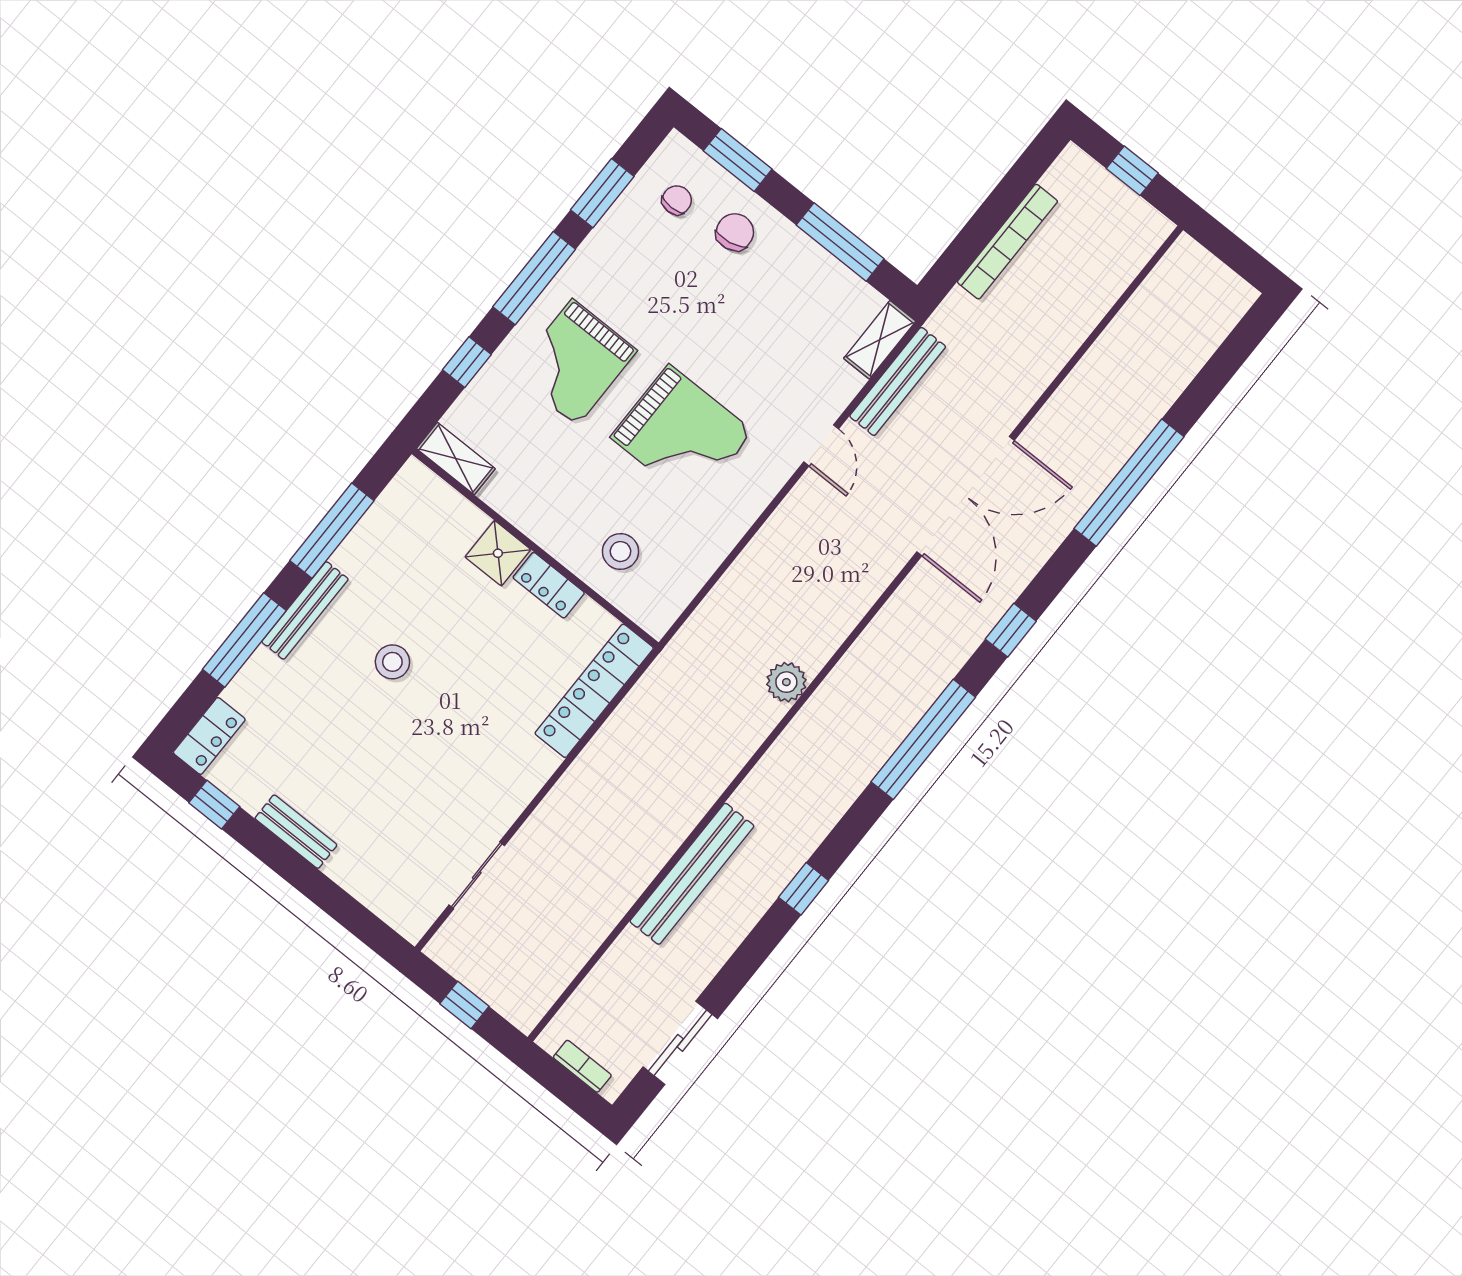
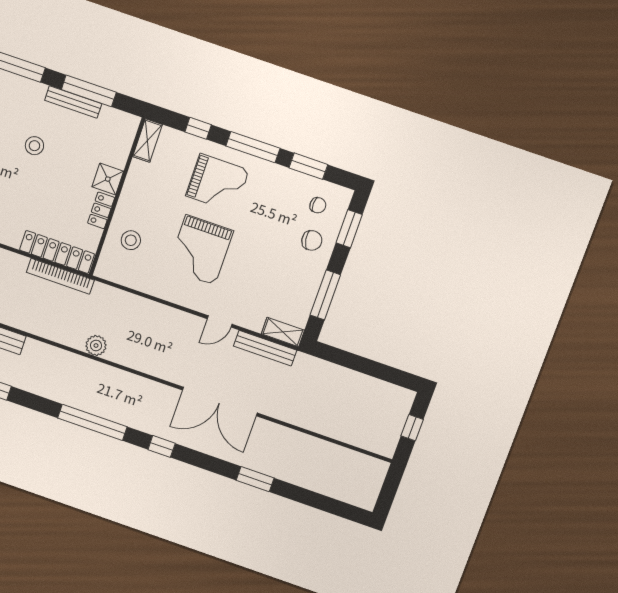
bookcase: (1007, 242) -> (60, 276), moved
grand piano: (575, 362) -> (217, 183), turned 180
window: (1129, 483) -> (255, 479), width x0.47
bench: (305, 610) -> (73, 102), moved

